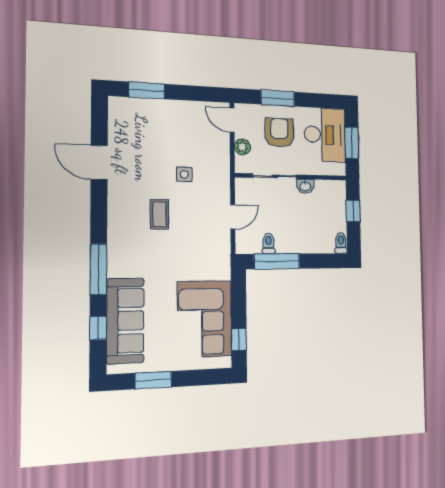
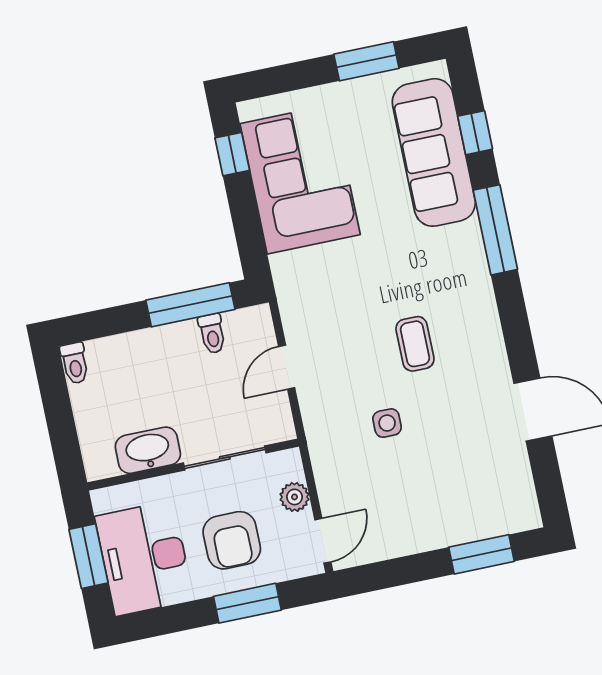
door: (232, 120) -> (323, 541), hinge flipped
washbasin: (305, 186) -> (148, 450), width x1.91, depth x1.45
window: (353, 211) -> (62, 428), removed

